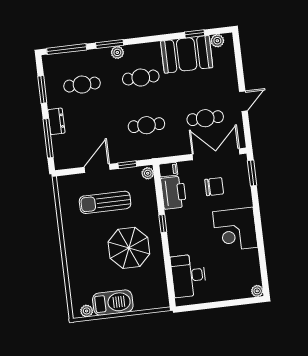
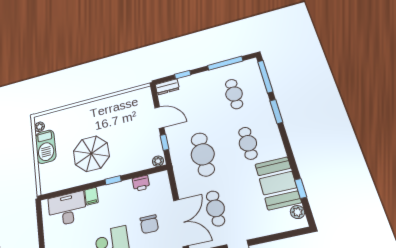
plant: (117, 52) -> (269, 119), removed
window: (42, 90) -> (225, 63), width x1.44
dresser: (56, 121) -> (167, 87), moved
cafe table: (146, 125) -> (203, 154), width x1.37, depth x1.35
window: (48, 138) -> (183, 75), width x0.46
filing cabinet: (168, 170) -> (91, 196), moved
printer: (174, 193) -> (141, 183), width x0.53, depth x0.68
sun lounger: (105, 202) -> (130, 128), removed

